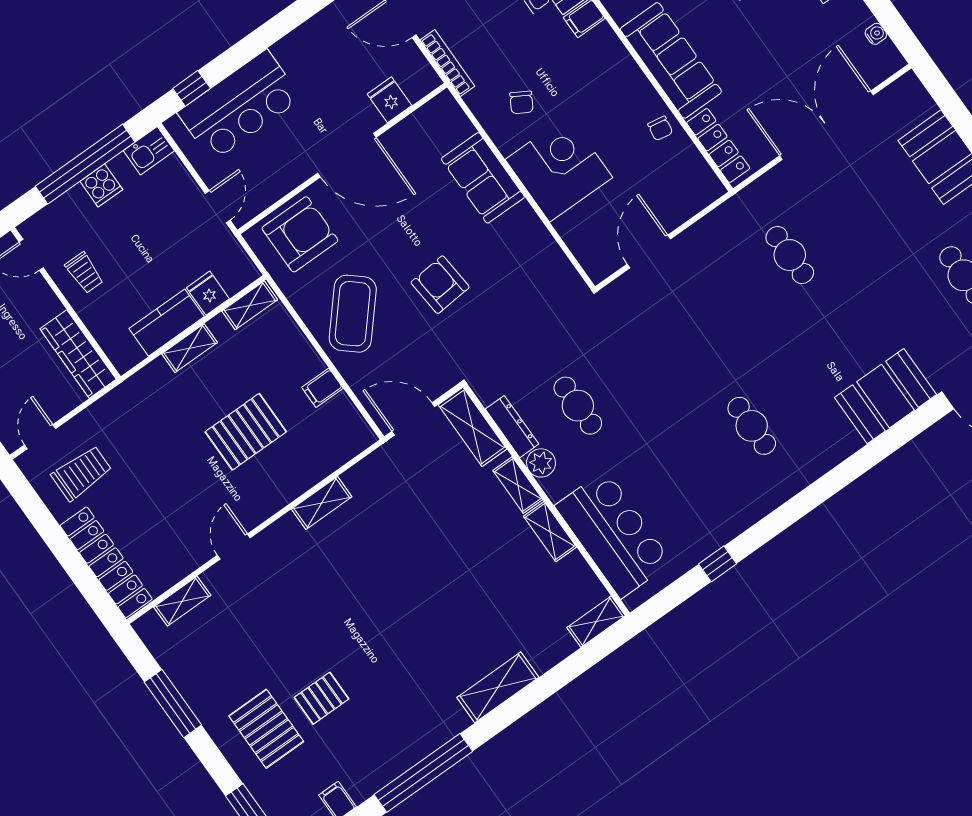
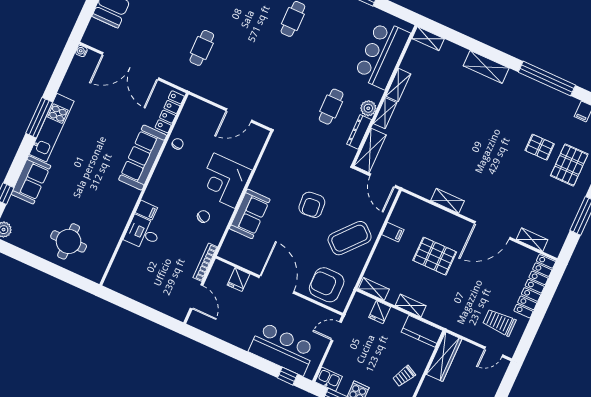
water cooler: (876, 34) -> (81, 51), moved
trolley: (84, 273) -> (404, 376), turned -152
kitchen counter: (167, 323) -> (422, 331), moved
door: (234, 547) -> (492, 230), width x1.87

